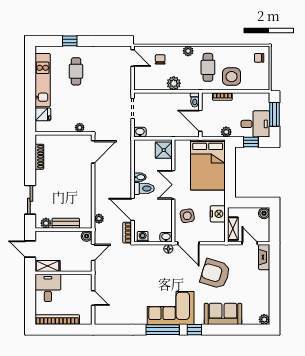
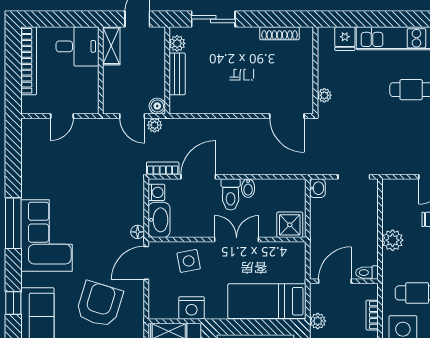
bed: (208, 165) -> (267, 301), width x0.67
plant: (99, 219) -> (155, 125), moved
washbasin: (166, 237) -> (159, 220), width x1.91, depth x1.45
window: (194, 330) -> (13, 303), moved

